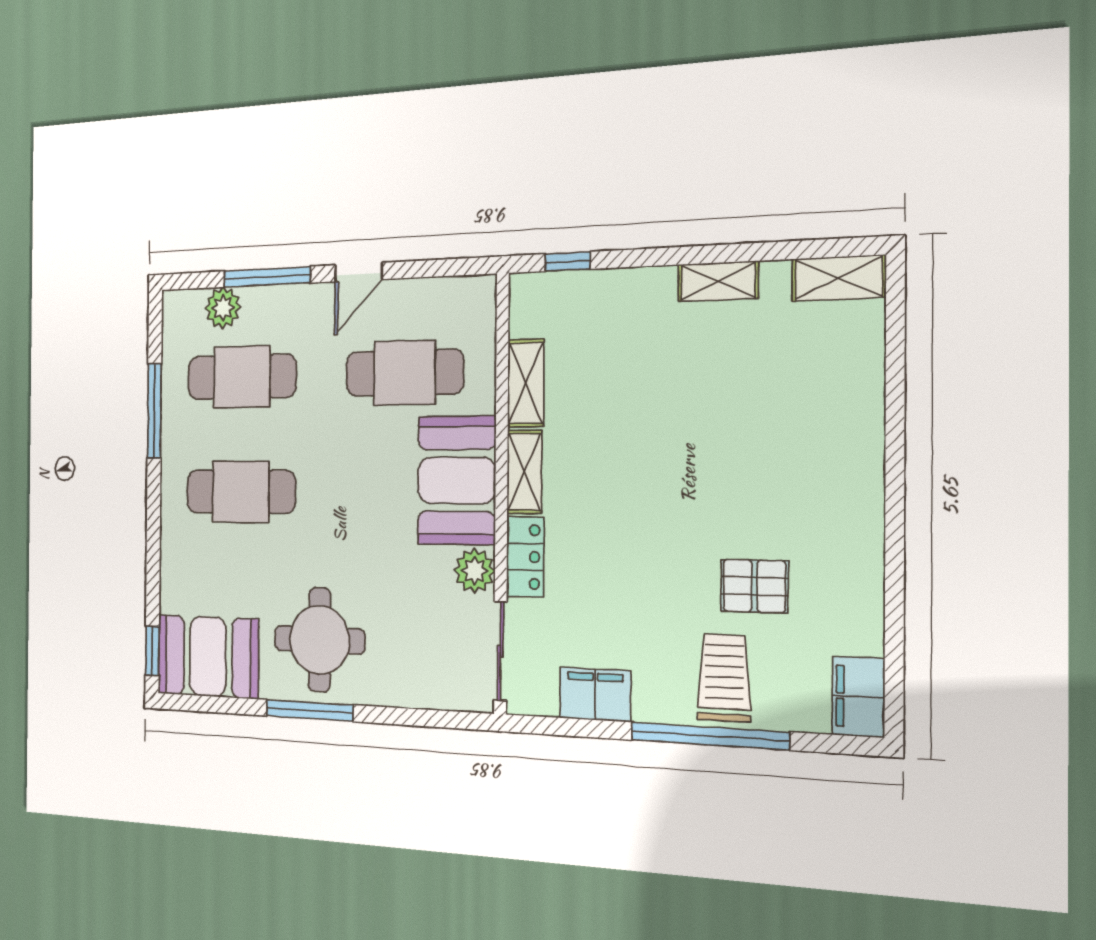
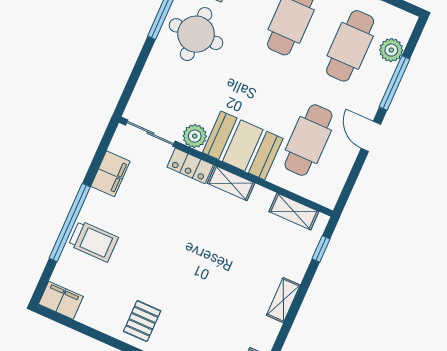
shelving: (718, 281) -> (283, 300), moved
shelving: (526, 383) -> (294, 212), moved
pallet: (754, 586) -> (142, 321), moved

